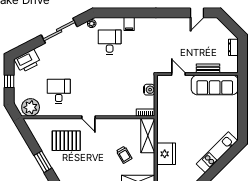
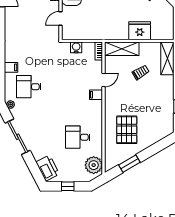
filing cabinet: (101, 110) -> (96, 95), added
door: (89, 117) -> (103, 80), moved
window: (43, 162) -> (129, 164), moved

